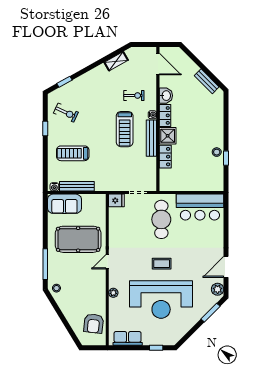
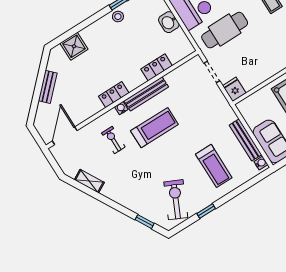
bench: (207, 81) -> (48, 87), moved
washbasin: (166, 96) -> (169, 22), moved, turned -90
exercise bike: (66, 113) -> (176, 200), width x1.38, depth x1.39
shower: (168, 136) -> (74, 46), moved

